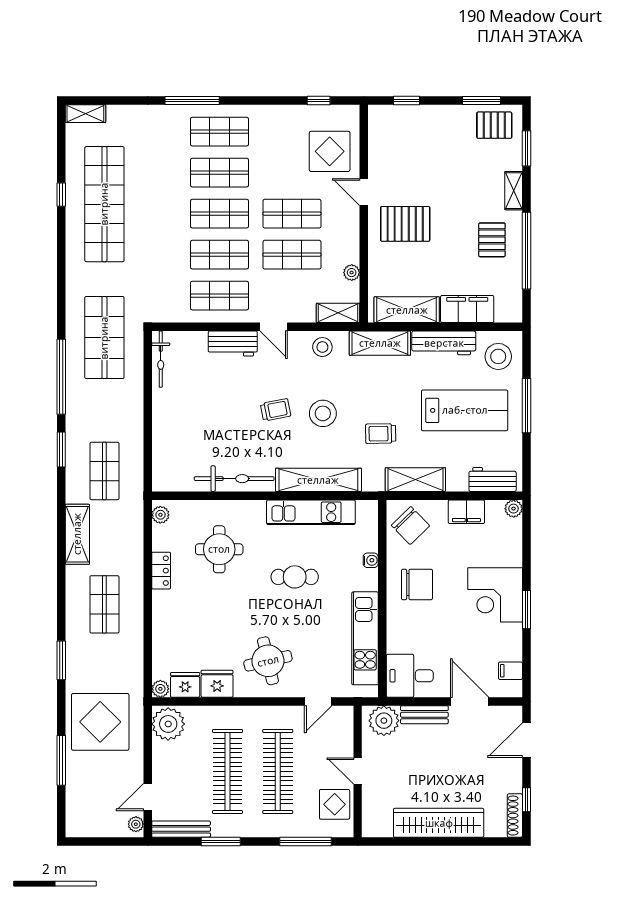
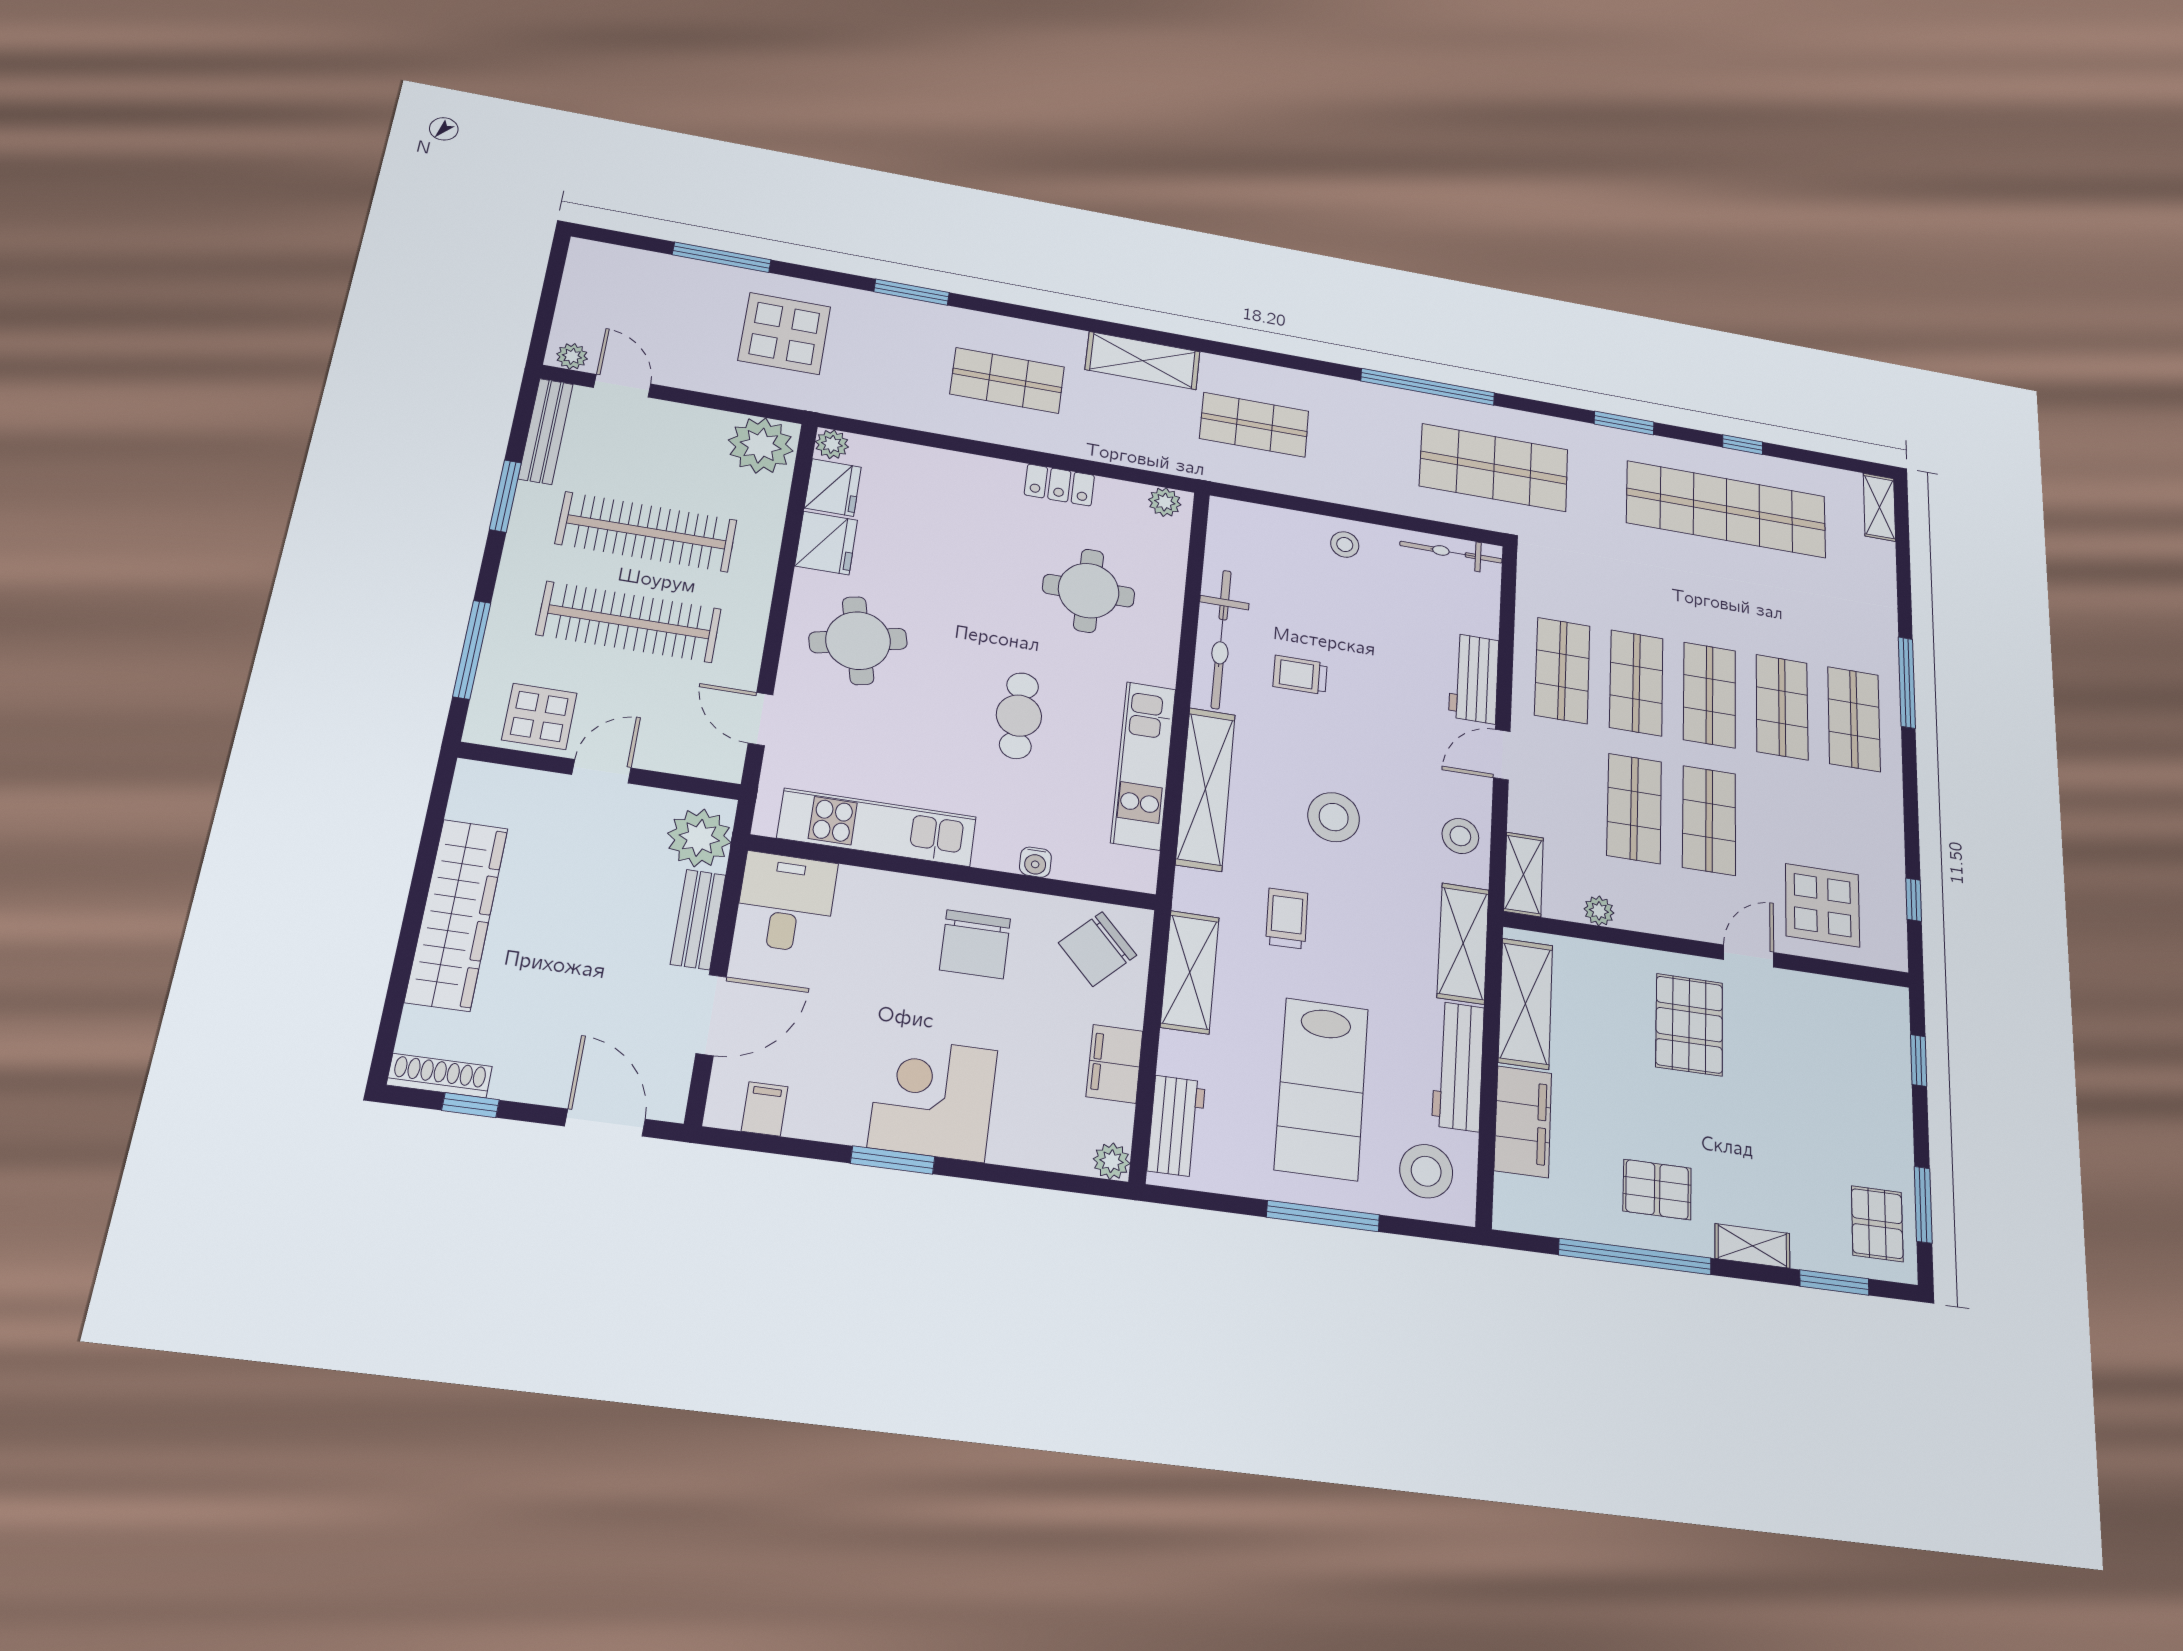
trolley: (276, 410) -> (1300, 675), moved, turned 101
stool: (167, 417) -> (1345, 545), added
window: (61, 450) -> (1624, 423), moved
display table: (100, 722) -> (784, 333), width x0.73, depth x0.73

